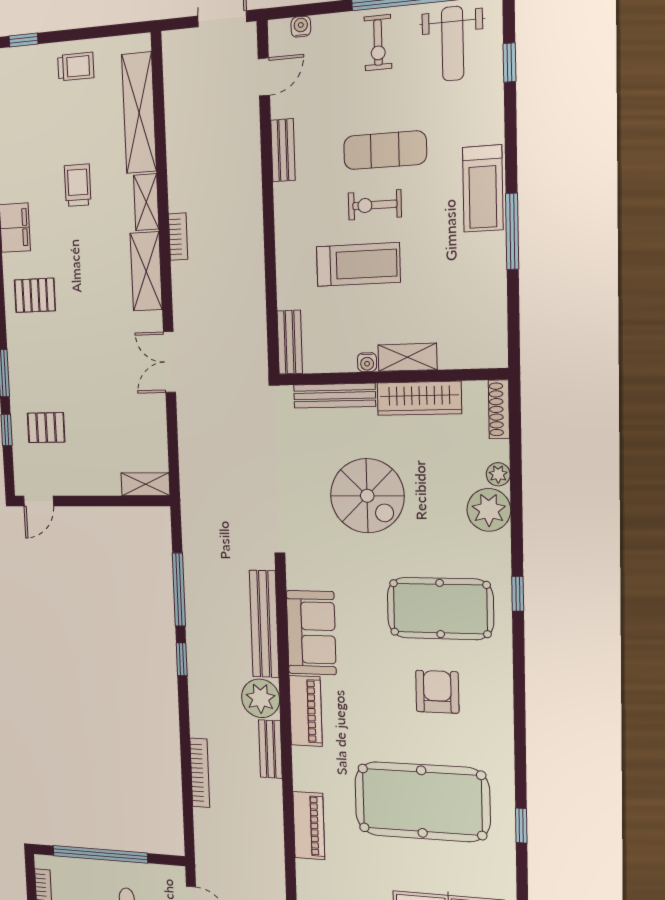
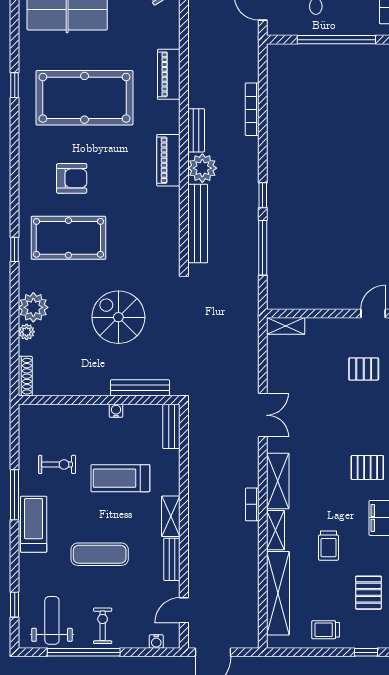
pallet: (25, 124) -> (368, 593), added
exercise bike: (375, 205) -> (57, 464), moved
shelving: (407, 357) -> (171, 516), moved, turned 90
wardrobe: (419, 398) -> (80, 385), removed
sofa: (311, 633) -> (162, 218), removed
armchair: (437, 692) -> (72, 178), turned -90

